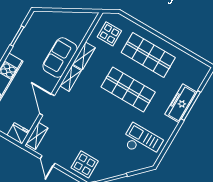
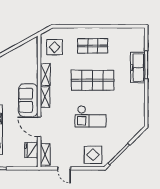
shop shelf: (148, 55) -> (93, 46), width x0.70, depth x0.74
sofa: (60, 58) -> (28, 100), moved
fridge: (18, 133) -> (31, 150), moved, turned -90
checkout: (142, 142) -> (90, 116), moved, turned 180

